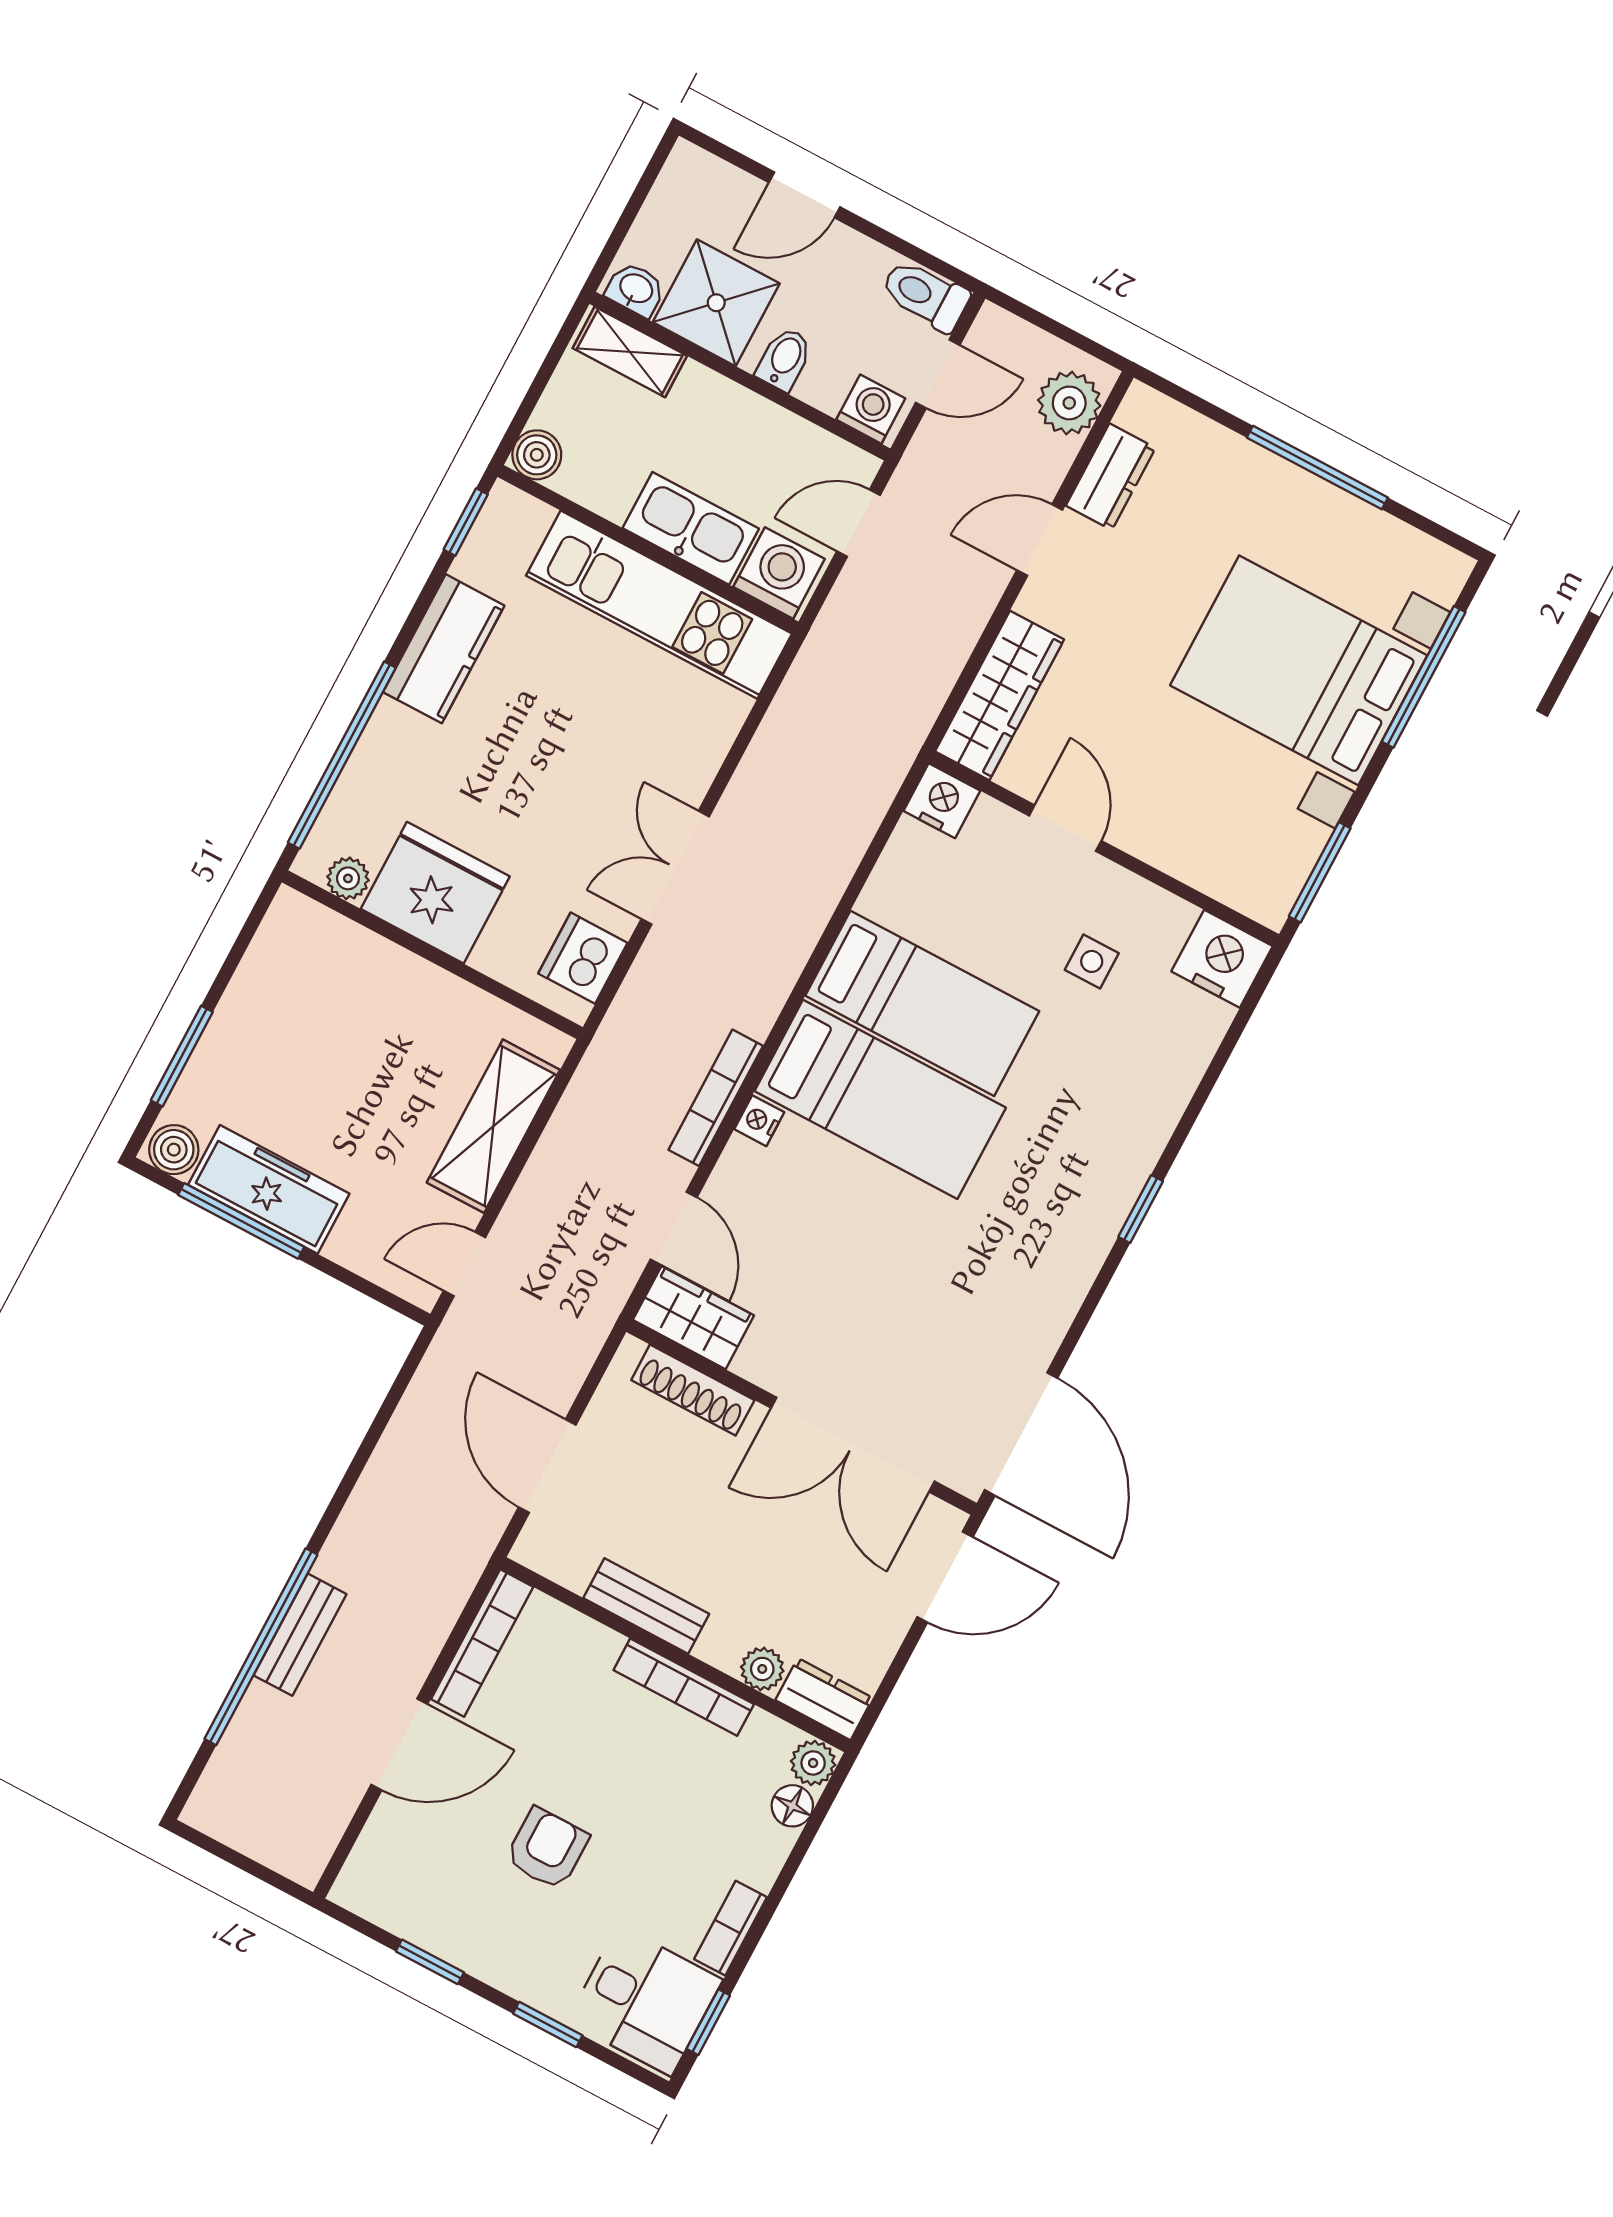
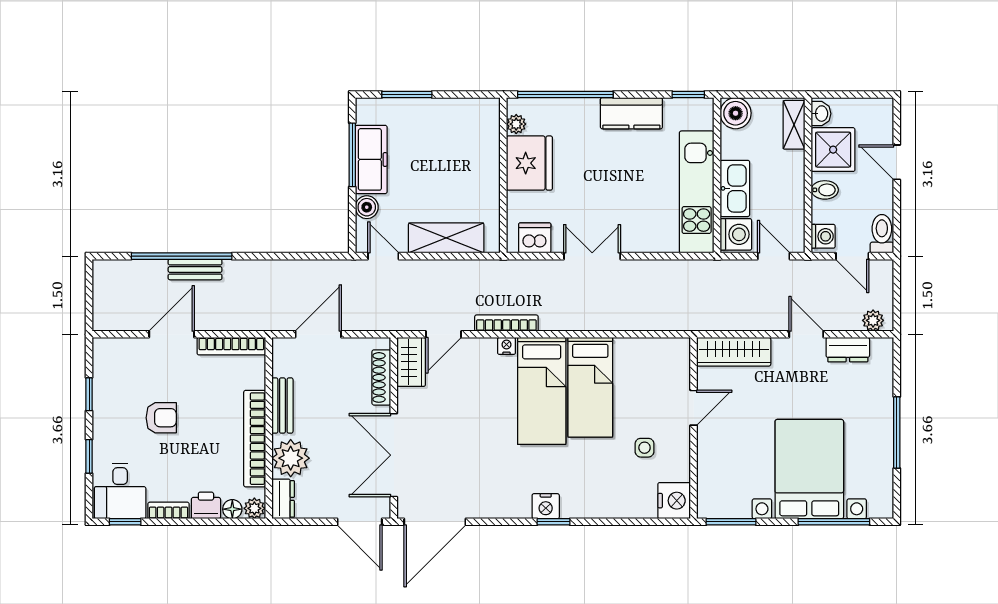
plant: (1069, 403) -> (873, 320), width x0.73, depth x0.73
boiler: (537, 455) -> (736, 113), width x1.36, depth x1.36
nightstand: (942, 801) -> (546, 506), moved, turned 90
boiler: (174, 1150) -> (367, 207), moved
plant: (762, 1669) -> (291, 458), width x1.87, depth x1.87
bookcase: (684, 1687) -> (255, 439), width x1.48, depth x1.31
door: (399, 1744) -> (172, 334), swing flipped
printer: (759, 1852) -> (206, 505), added

